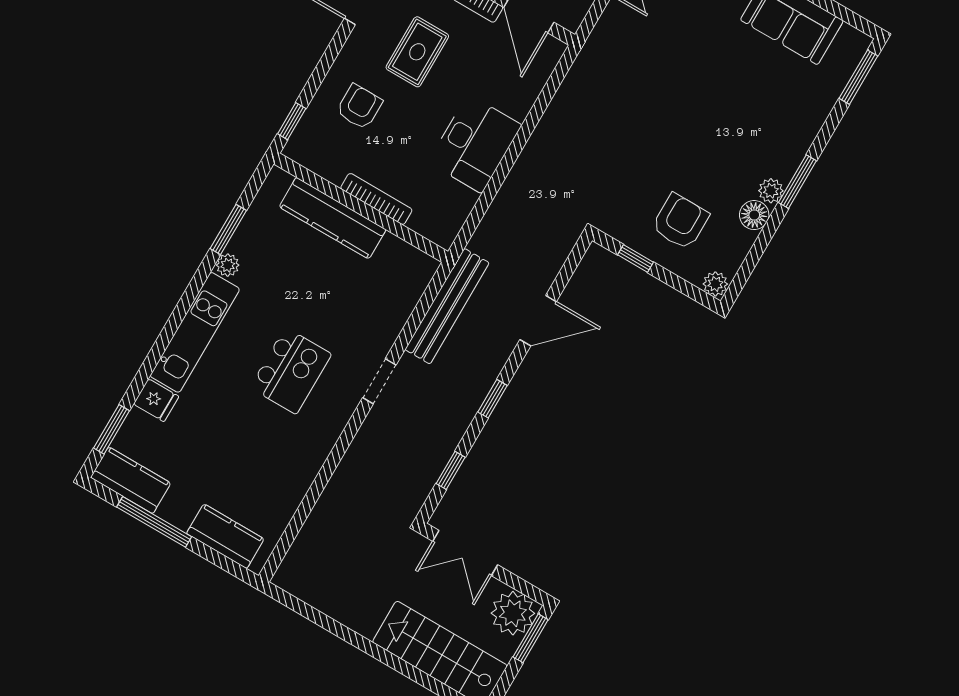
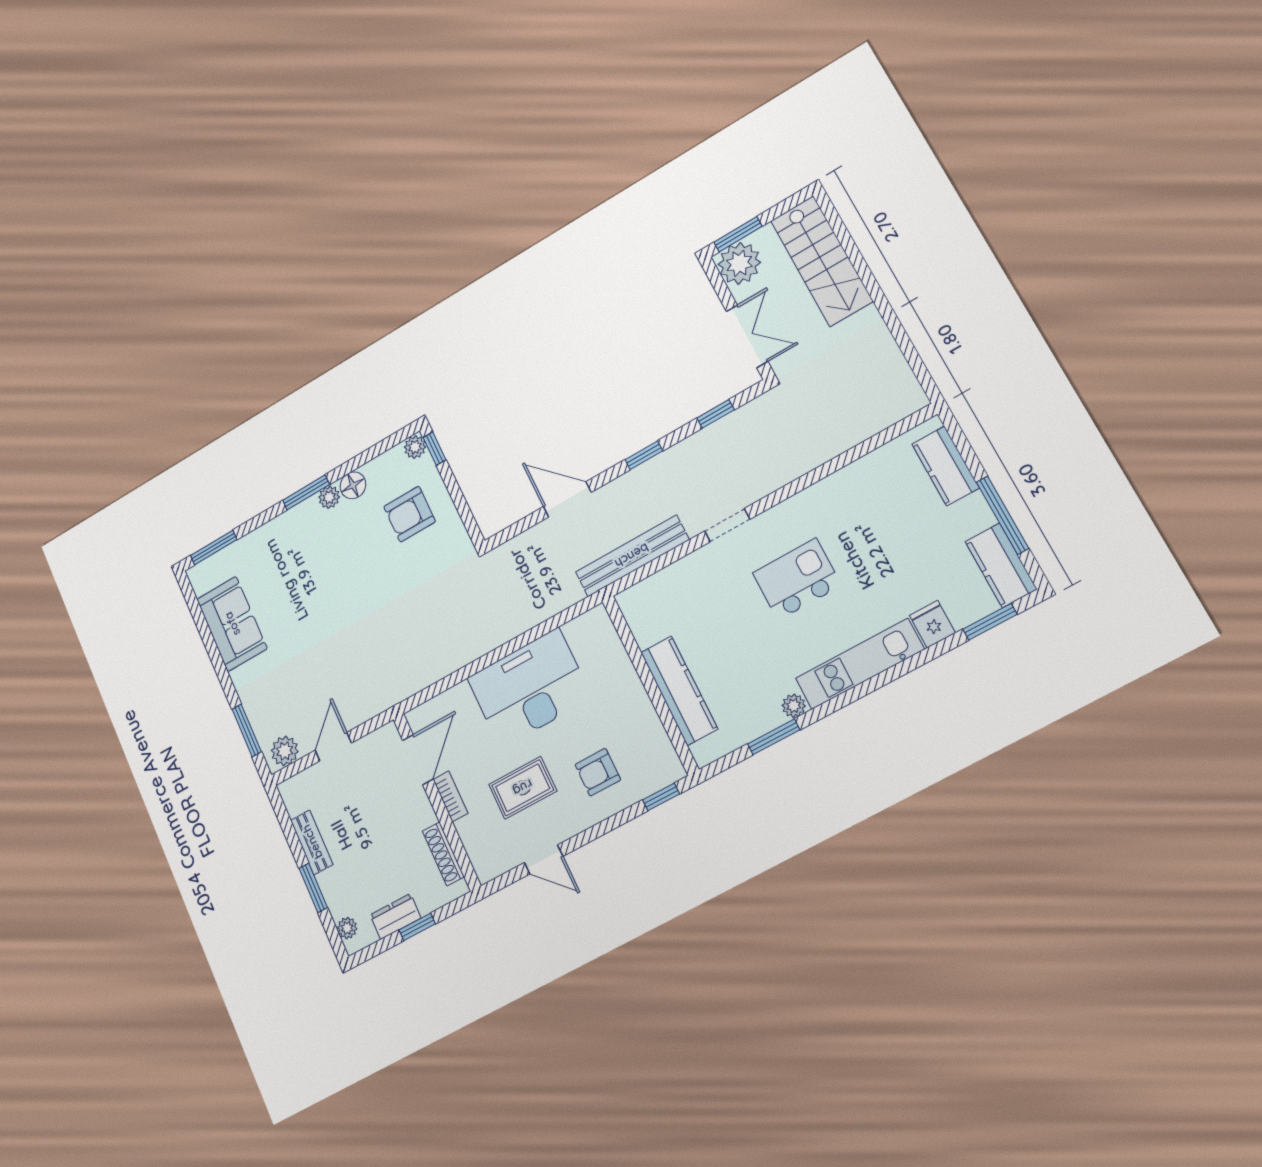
desk: (475, 144) -> (529, 688), width x1.36, depth x1.30
bookcase: (376, 199) -> (633, 684), removed
window: (636, 259) -> (435, 449), moved

